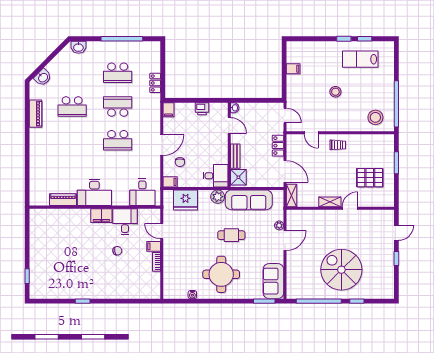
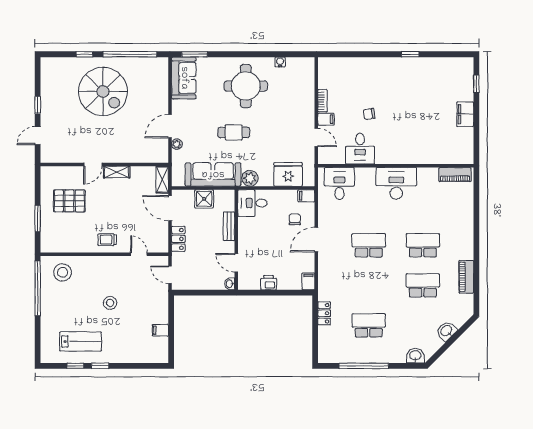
washbasin: (43, 77) -> (446, 331), moved
school desk: (118, 107) -> (423, 245), moved, turned 180
shower: (238, 177) -> (204, 199), moved
piano: (63, 200) -> (455, 175), moved
filing cabinet: (101, 216) -> (465, 114), moved, turned -90

